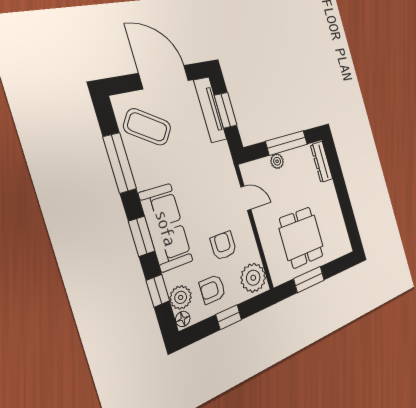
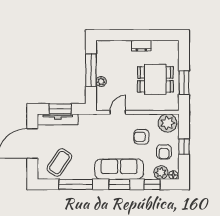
dresser: (322, 162) -> (141, 46), moved, width x0.70

